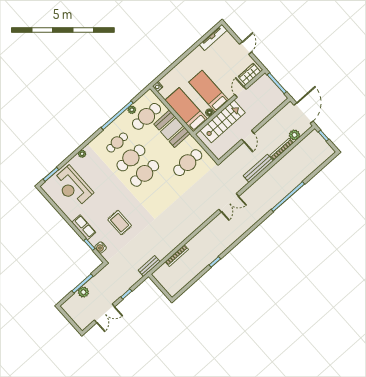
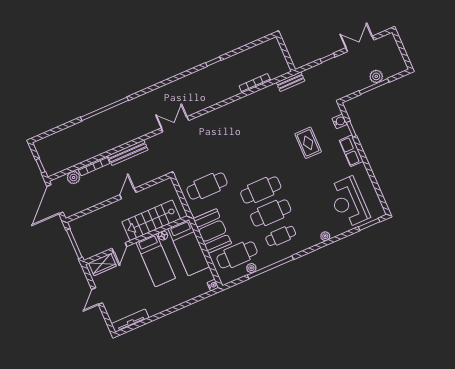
reception desk: (73, 186) -> (348, 202), turned 180

